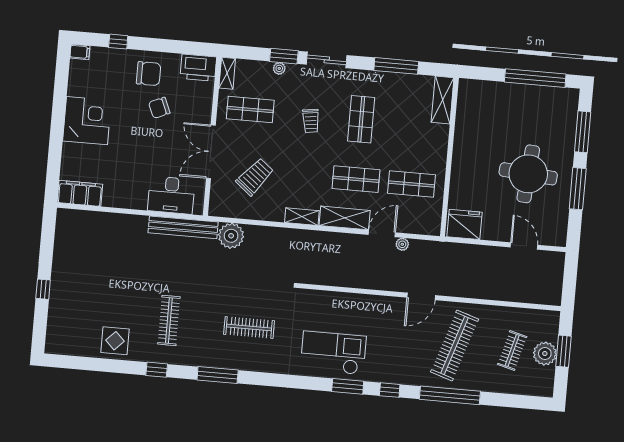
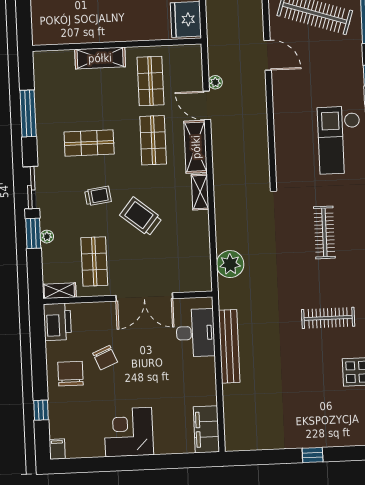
shelving: (443, 100) -> (100, 58), moved
trolley: (255, 177) -> (141, 217), moved
bench: (183, 227) -> (229, 346), moved

